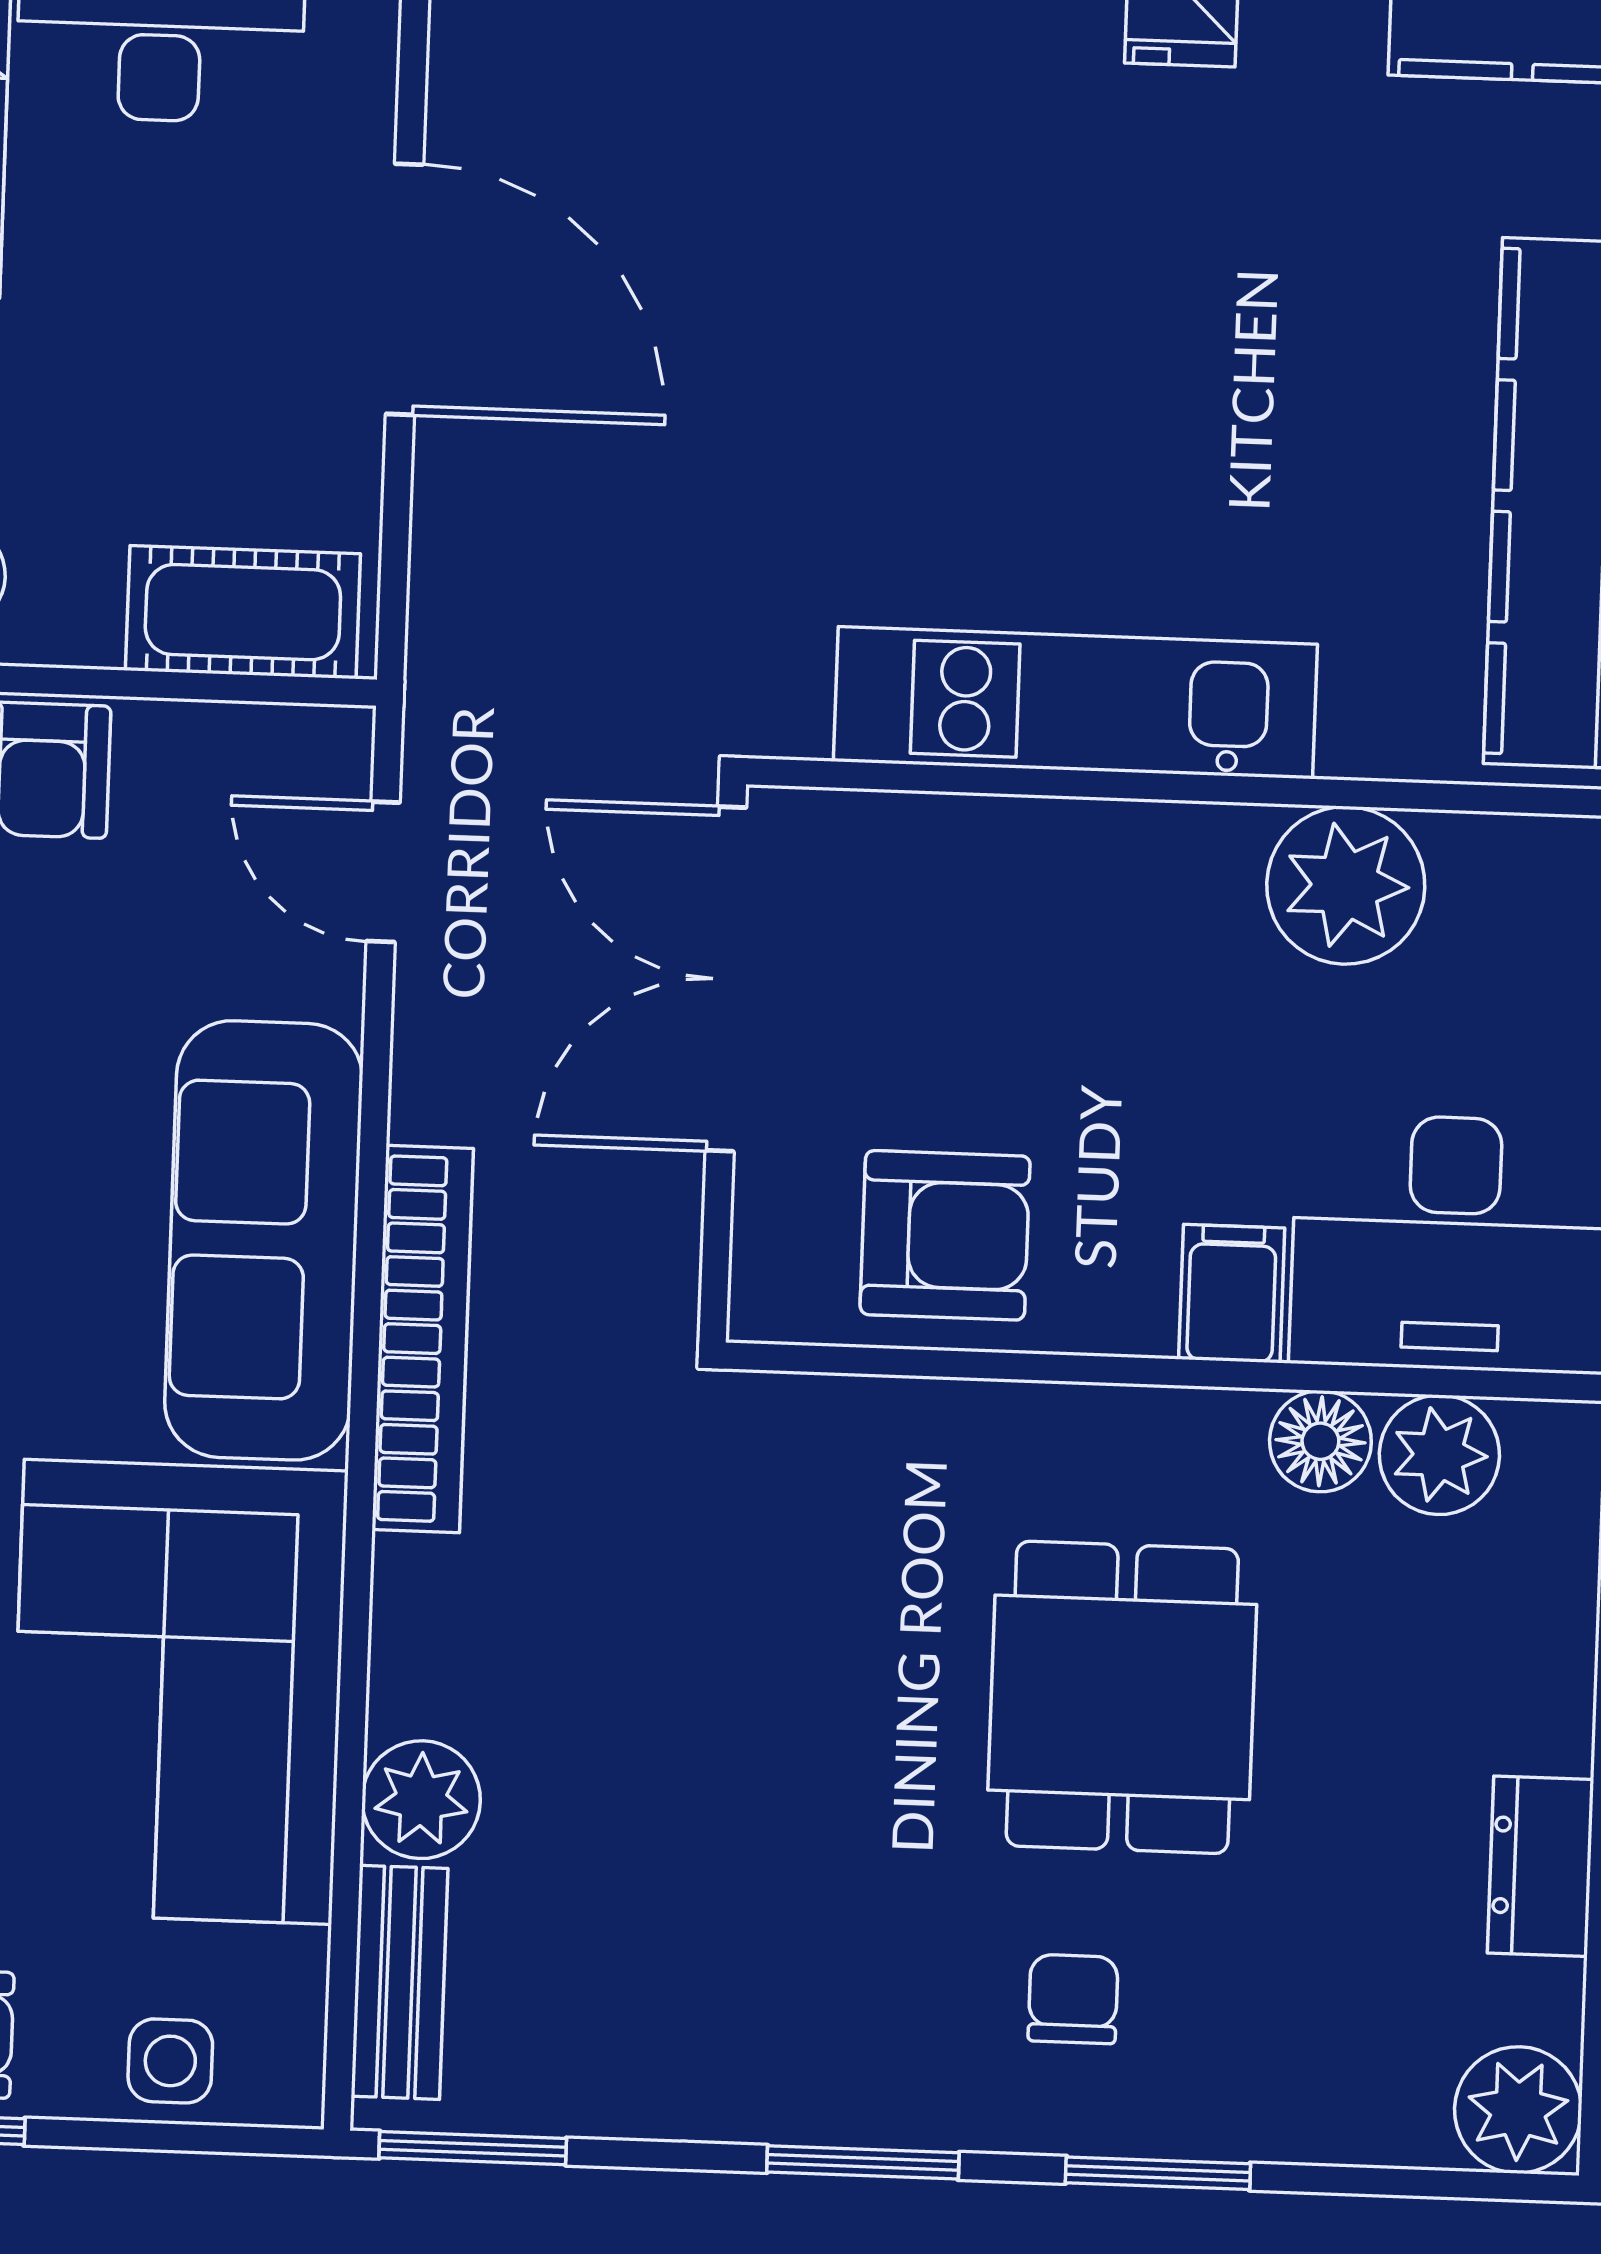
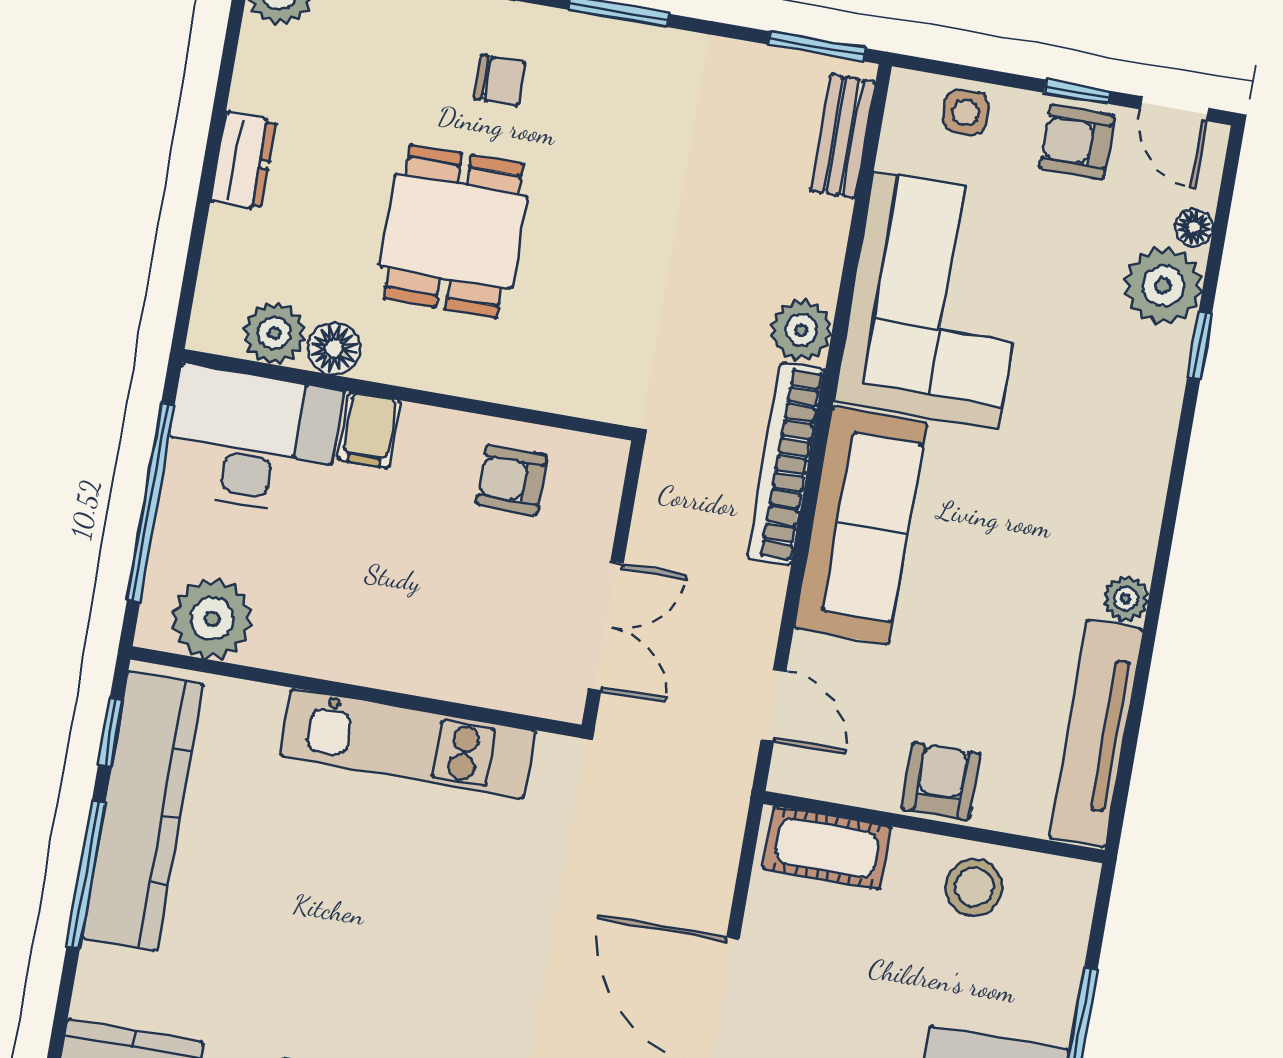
plant: (1346, 885) -> (212, 619), moved
double door: (726, 979) -> (606, 627), width x0.73
armchair: (945, 1235) -> (512, 480), width x0.72, depth x0.72
plant: (421, 1800) -> (801, 330), moved
dresser: (1541, 1866) -> (243, 161), moved
chair: (1073, 1999) -> (500, 81), turned -90

